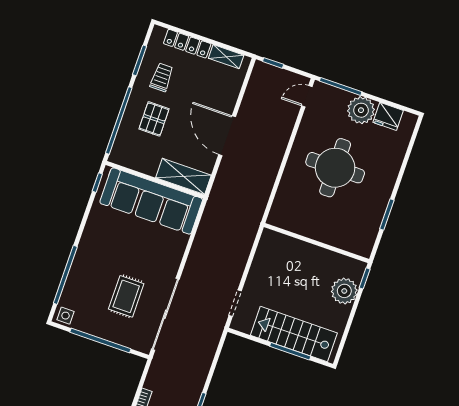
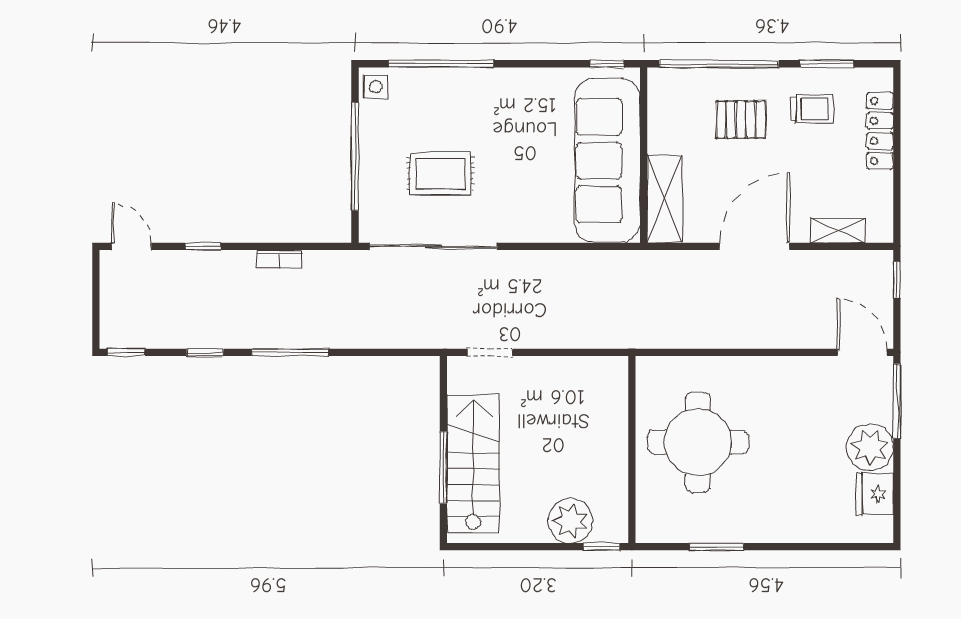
shelving: (226, 57) -> (838, 230), moved, turned 90
door: (307, 96) -> (862, 352), width x1.38
round table: (335, 168) -> (698, 442), moved

